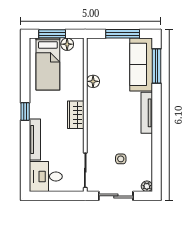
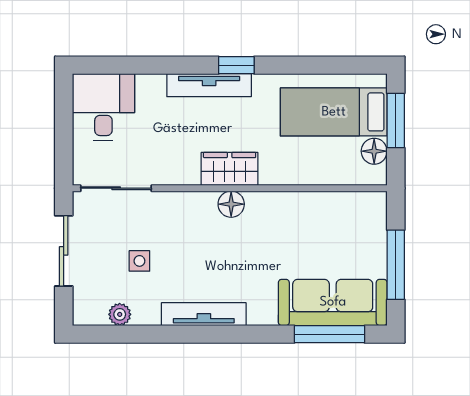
floor lamp: (93, 81) -> (231, 204), moved
tv unit: (147, 113) -> (204, 314), moved
tv unit: (35, 139) -> (209, 85), moved
plant: (147, 186) -> (120, 314), moved

